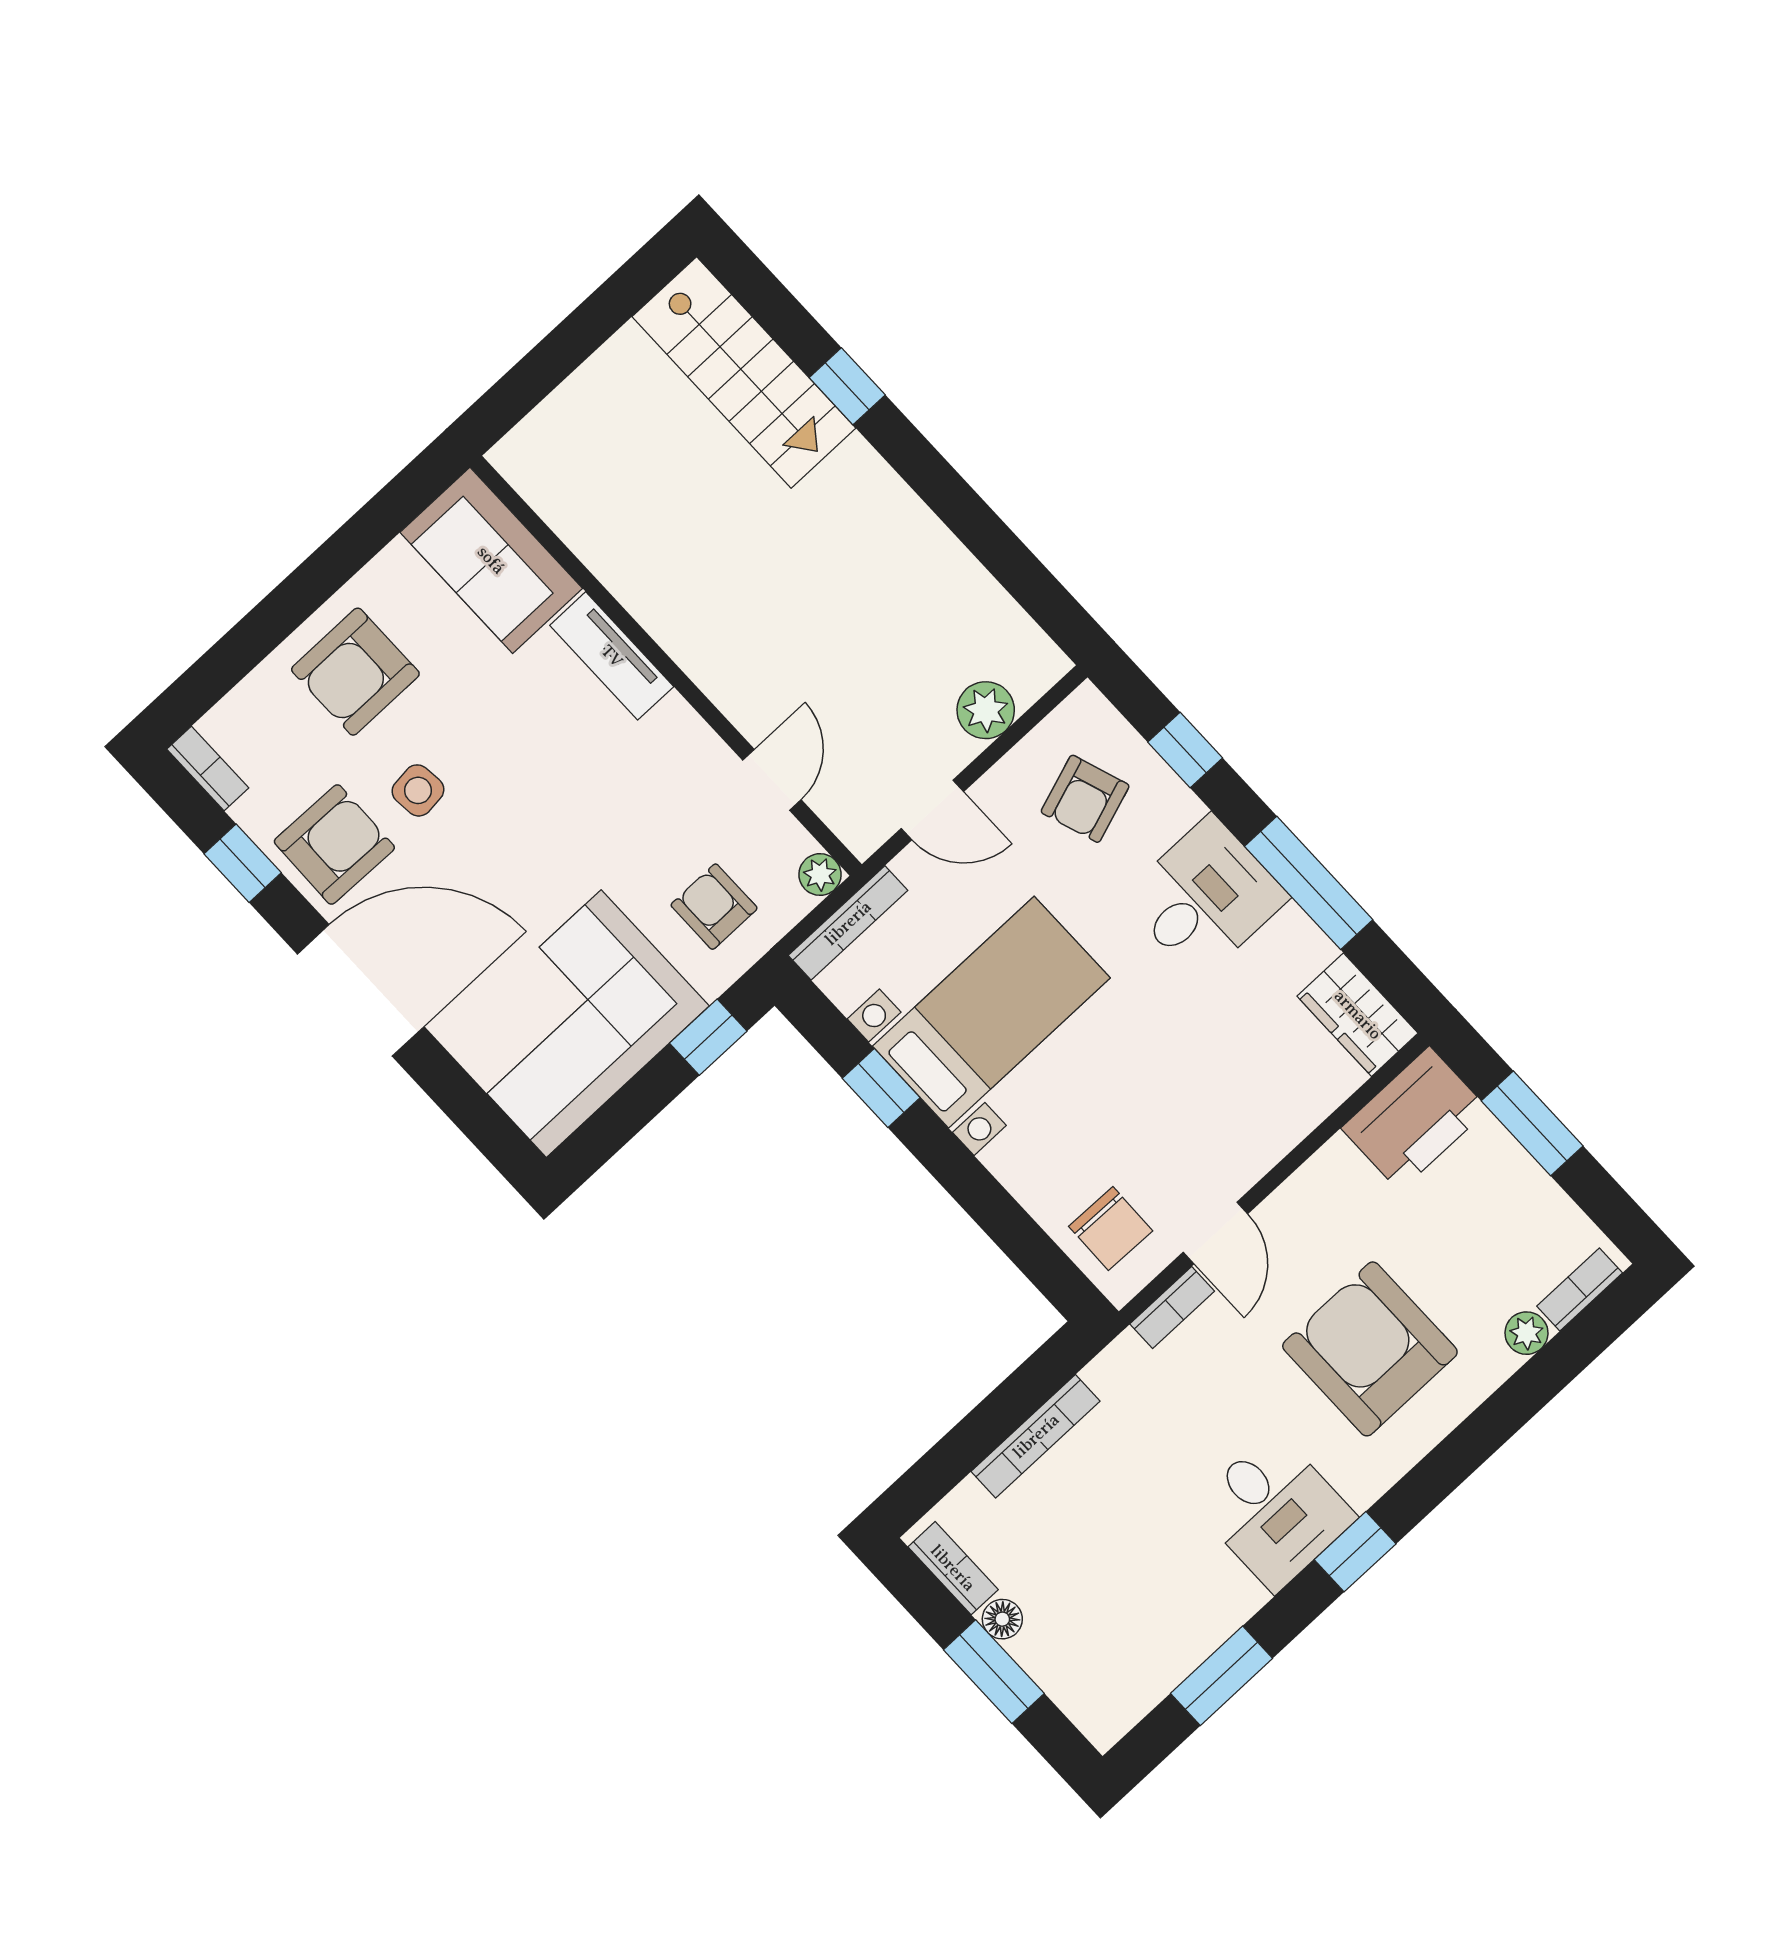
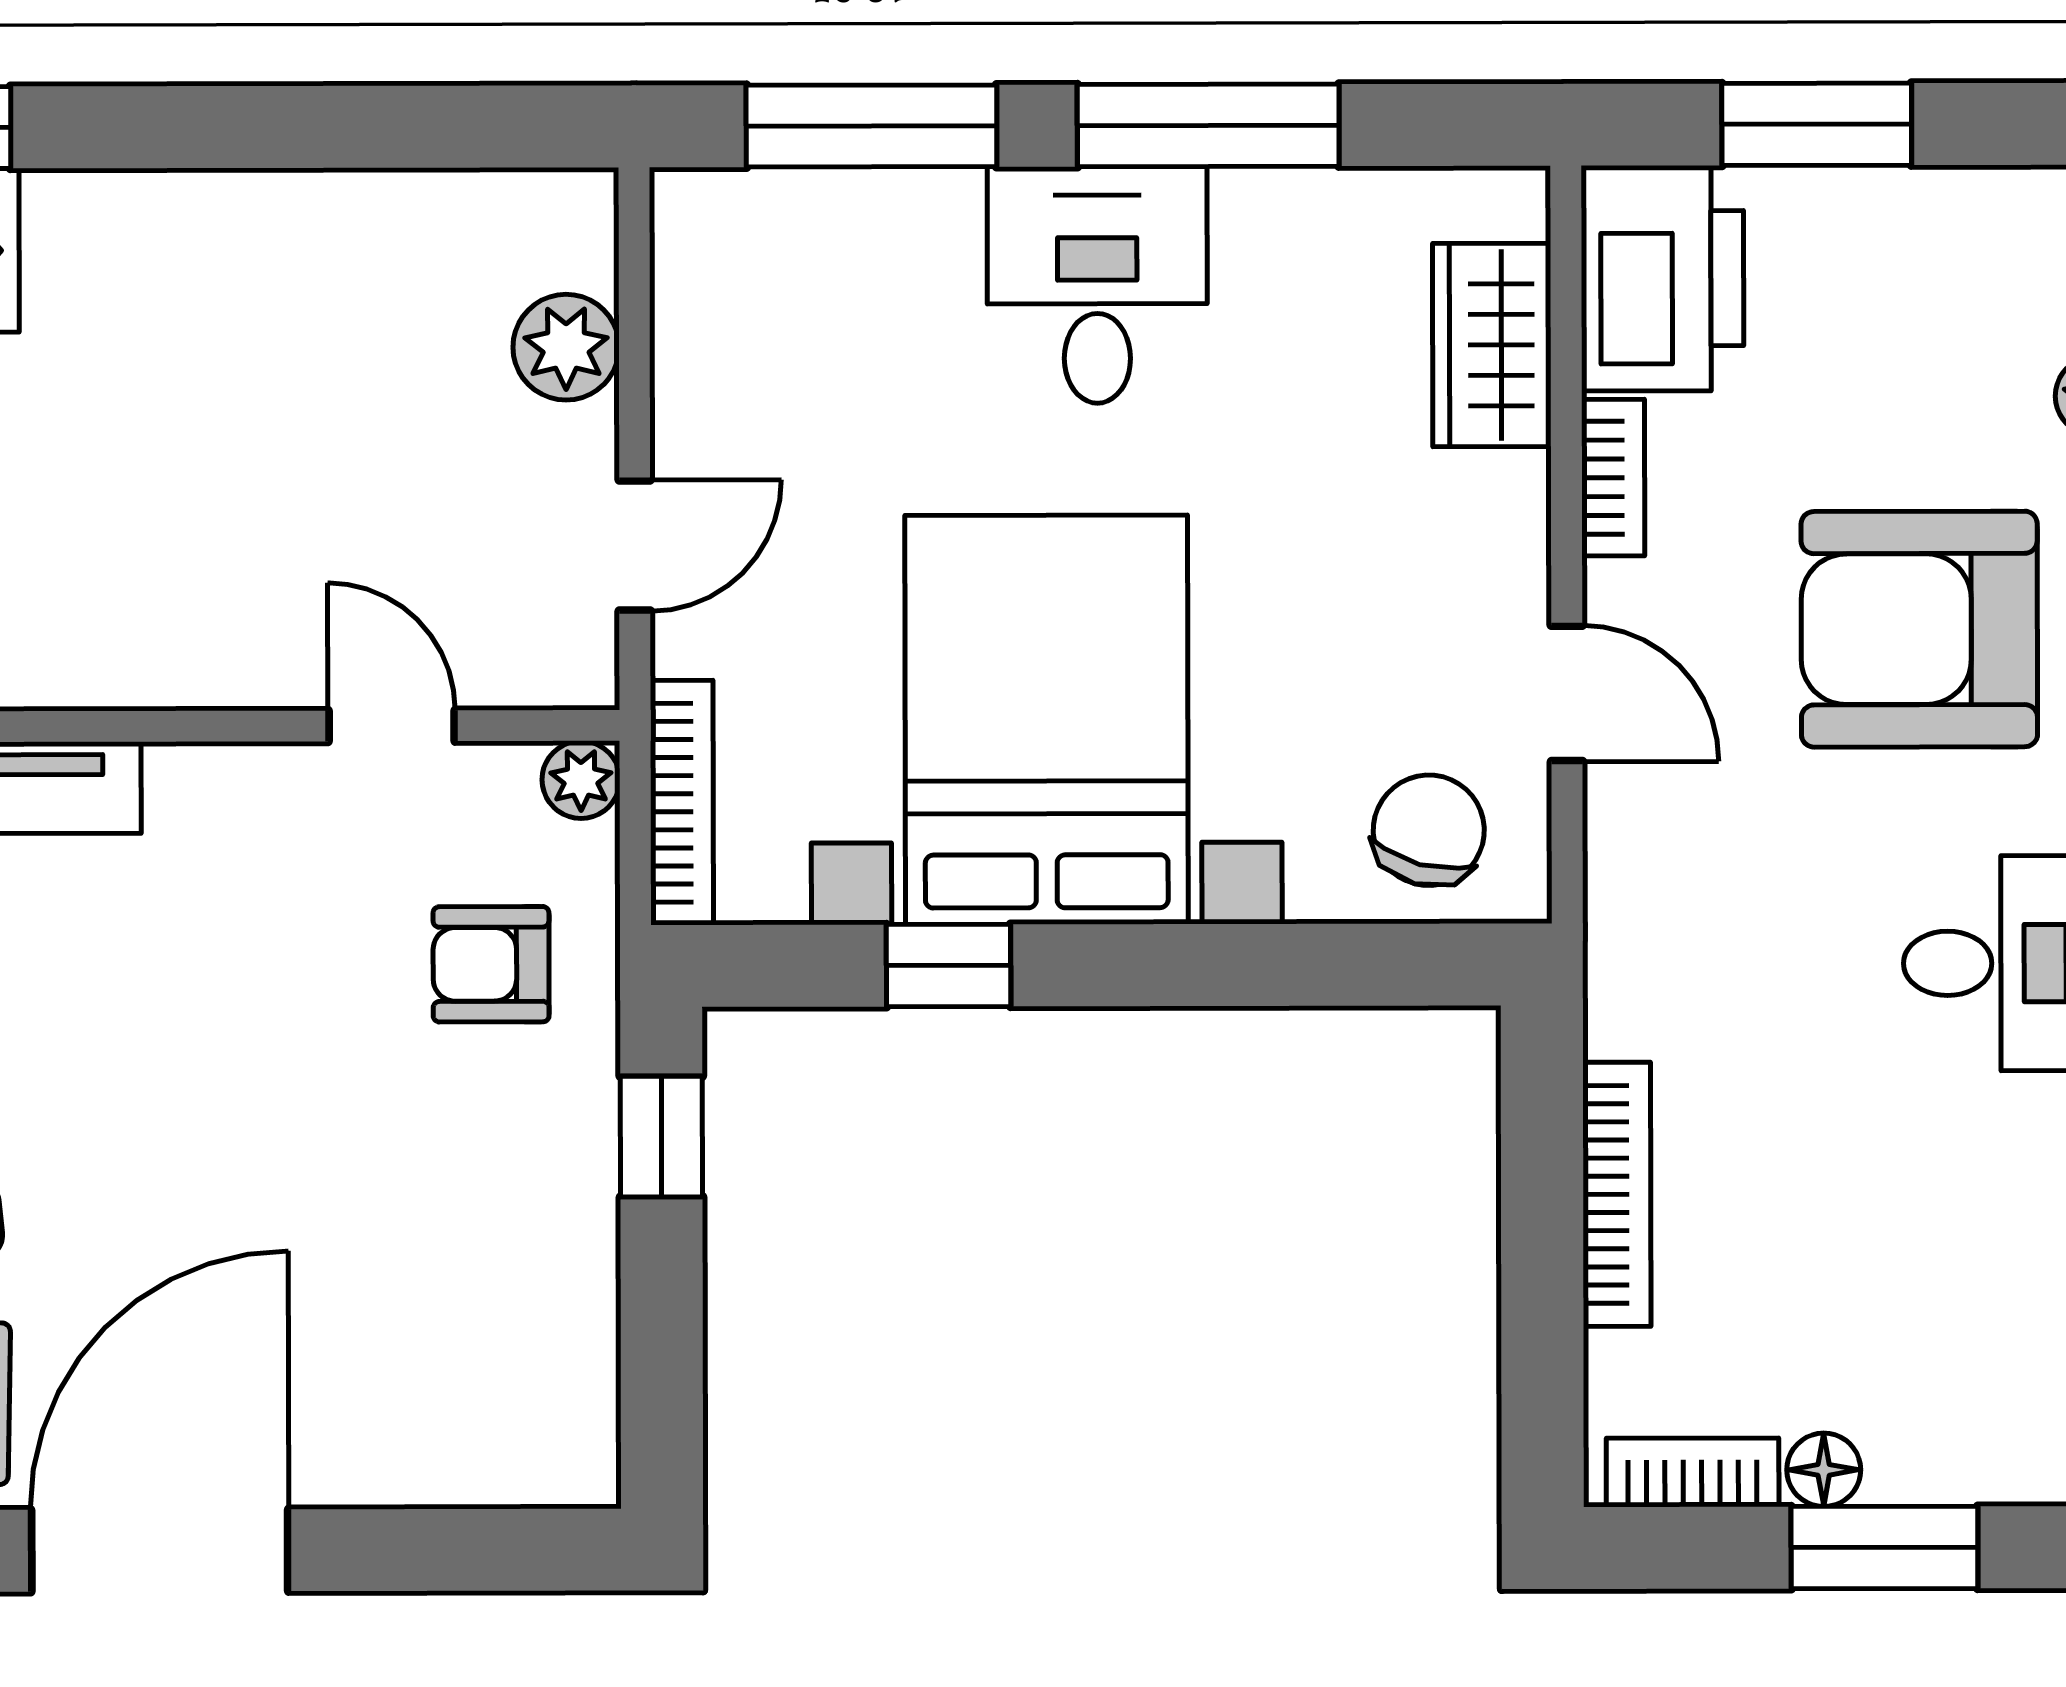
window: (1185, 750) -> (871, 126), width x2.17
armchair: (1085, 799) -> (812, 324), removed
bed with nightstands: (991, 1012) -> (1046, 720), width x1.36
wardrobe: (1358, 1015) -> (1492, 345), moved, turned 90
corner sofa: (574, 1024) -> (473, 1303), removed
chair: (1111, 1229) -> (1429, 830), turned -76
bookcase: (1172, 1307) -> (1613, 478), moved

